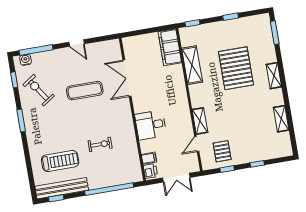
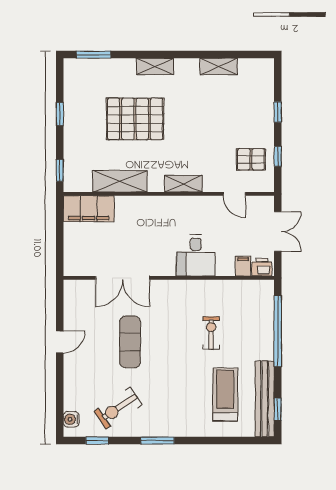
window: (36, 50) -> (60, 402), removed
shelving: (200, 121) -> (183, 184), moved

